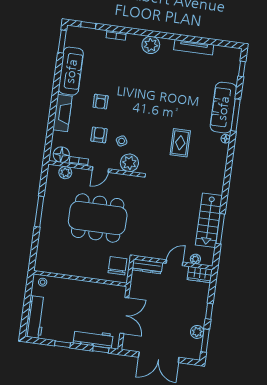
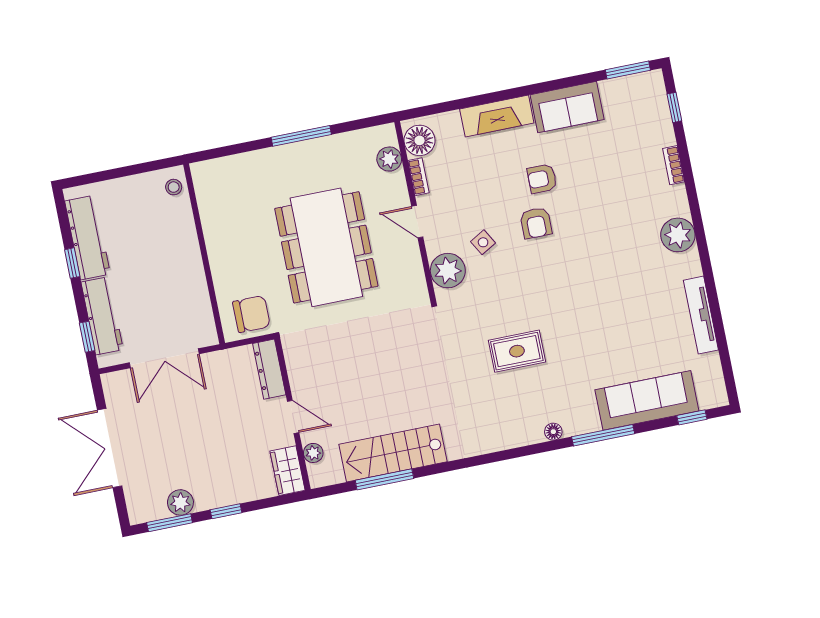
sofa: (71, 71) -> (567, 107), width x0.73
sofa: (223, 108) -> (647, 400), moved
armchair: (99, 135) -> (536, 223), moved, turned 90
workbench: (35, 317) -> (87, 238), moved, turned -90

